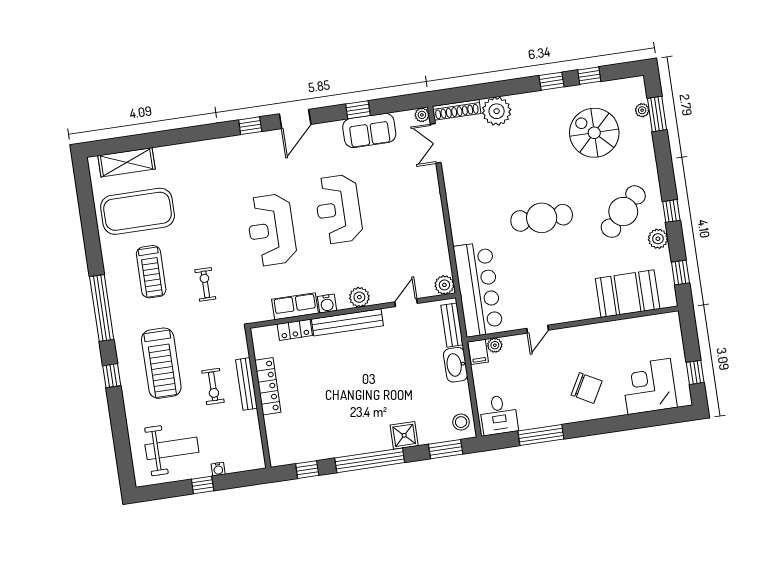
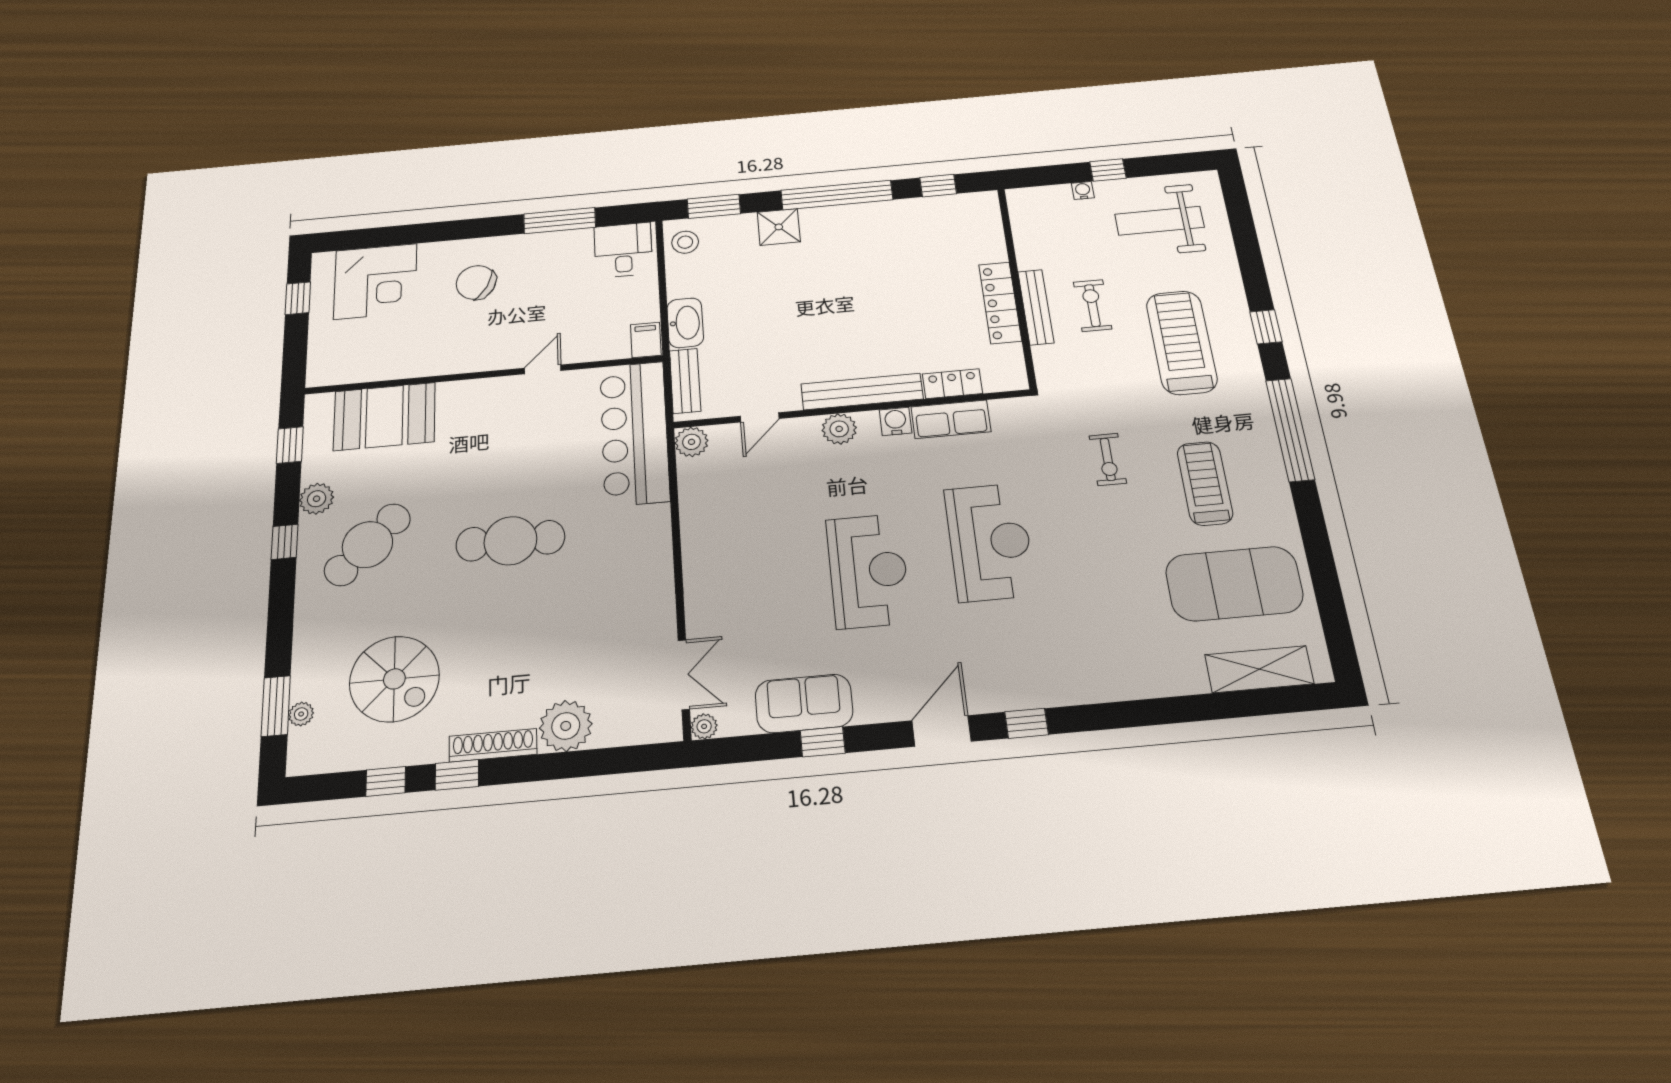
shoe rack: (457, 110) -> (493, 745), moved
plant: (495, 345) -> (617, 349), removed

